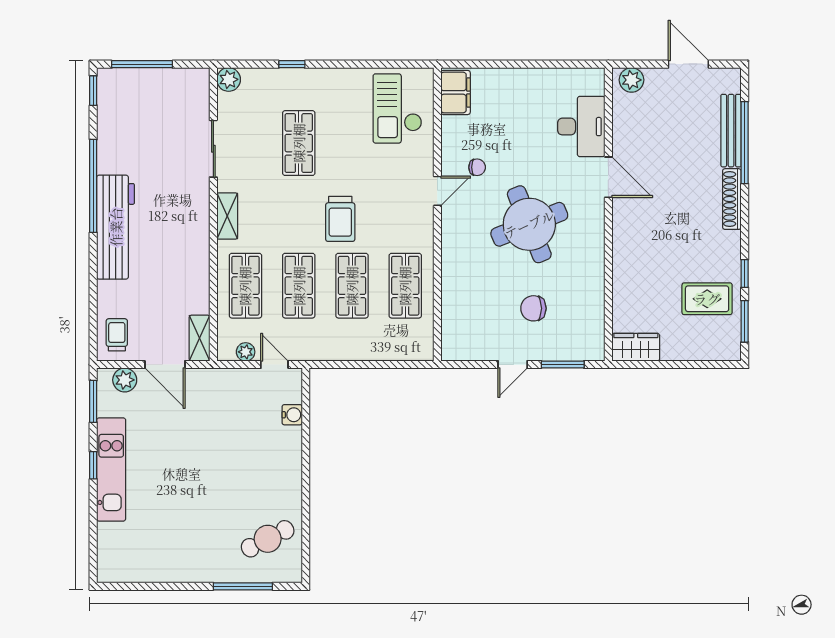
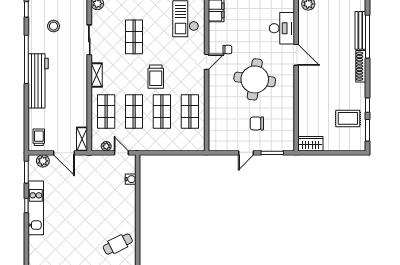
stool: (145, 122) -> (54, 26), added
round table: (529, 224) -> (255, 79), turned 30

